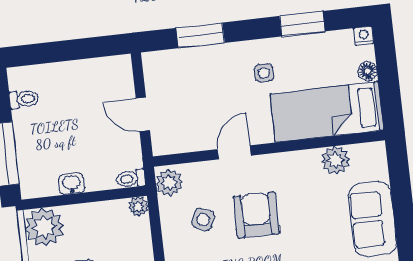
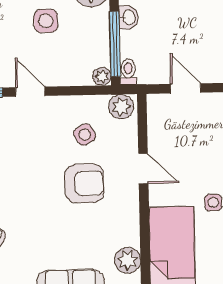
door: (143, 114) -> (186, 88), hinge flipped
window: (102, 196) -> (115, 44), added
side table: (203, 219) -> (85, 135), turned 38

